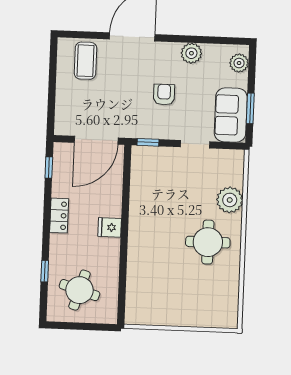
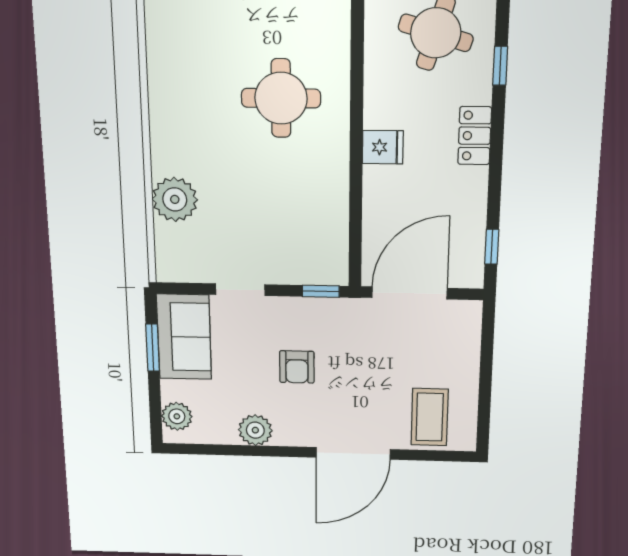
locker: (59, 216) -> (475, 136), moved
round table: (208, 242) -> (281, 98), moved

